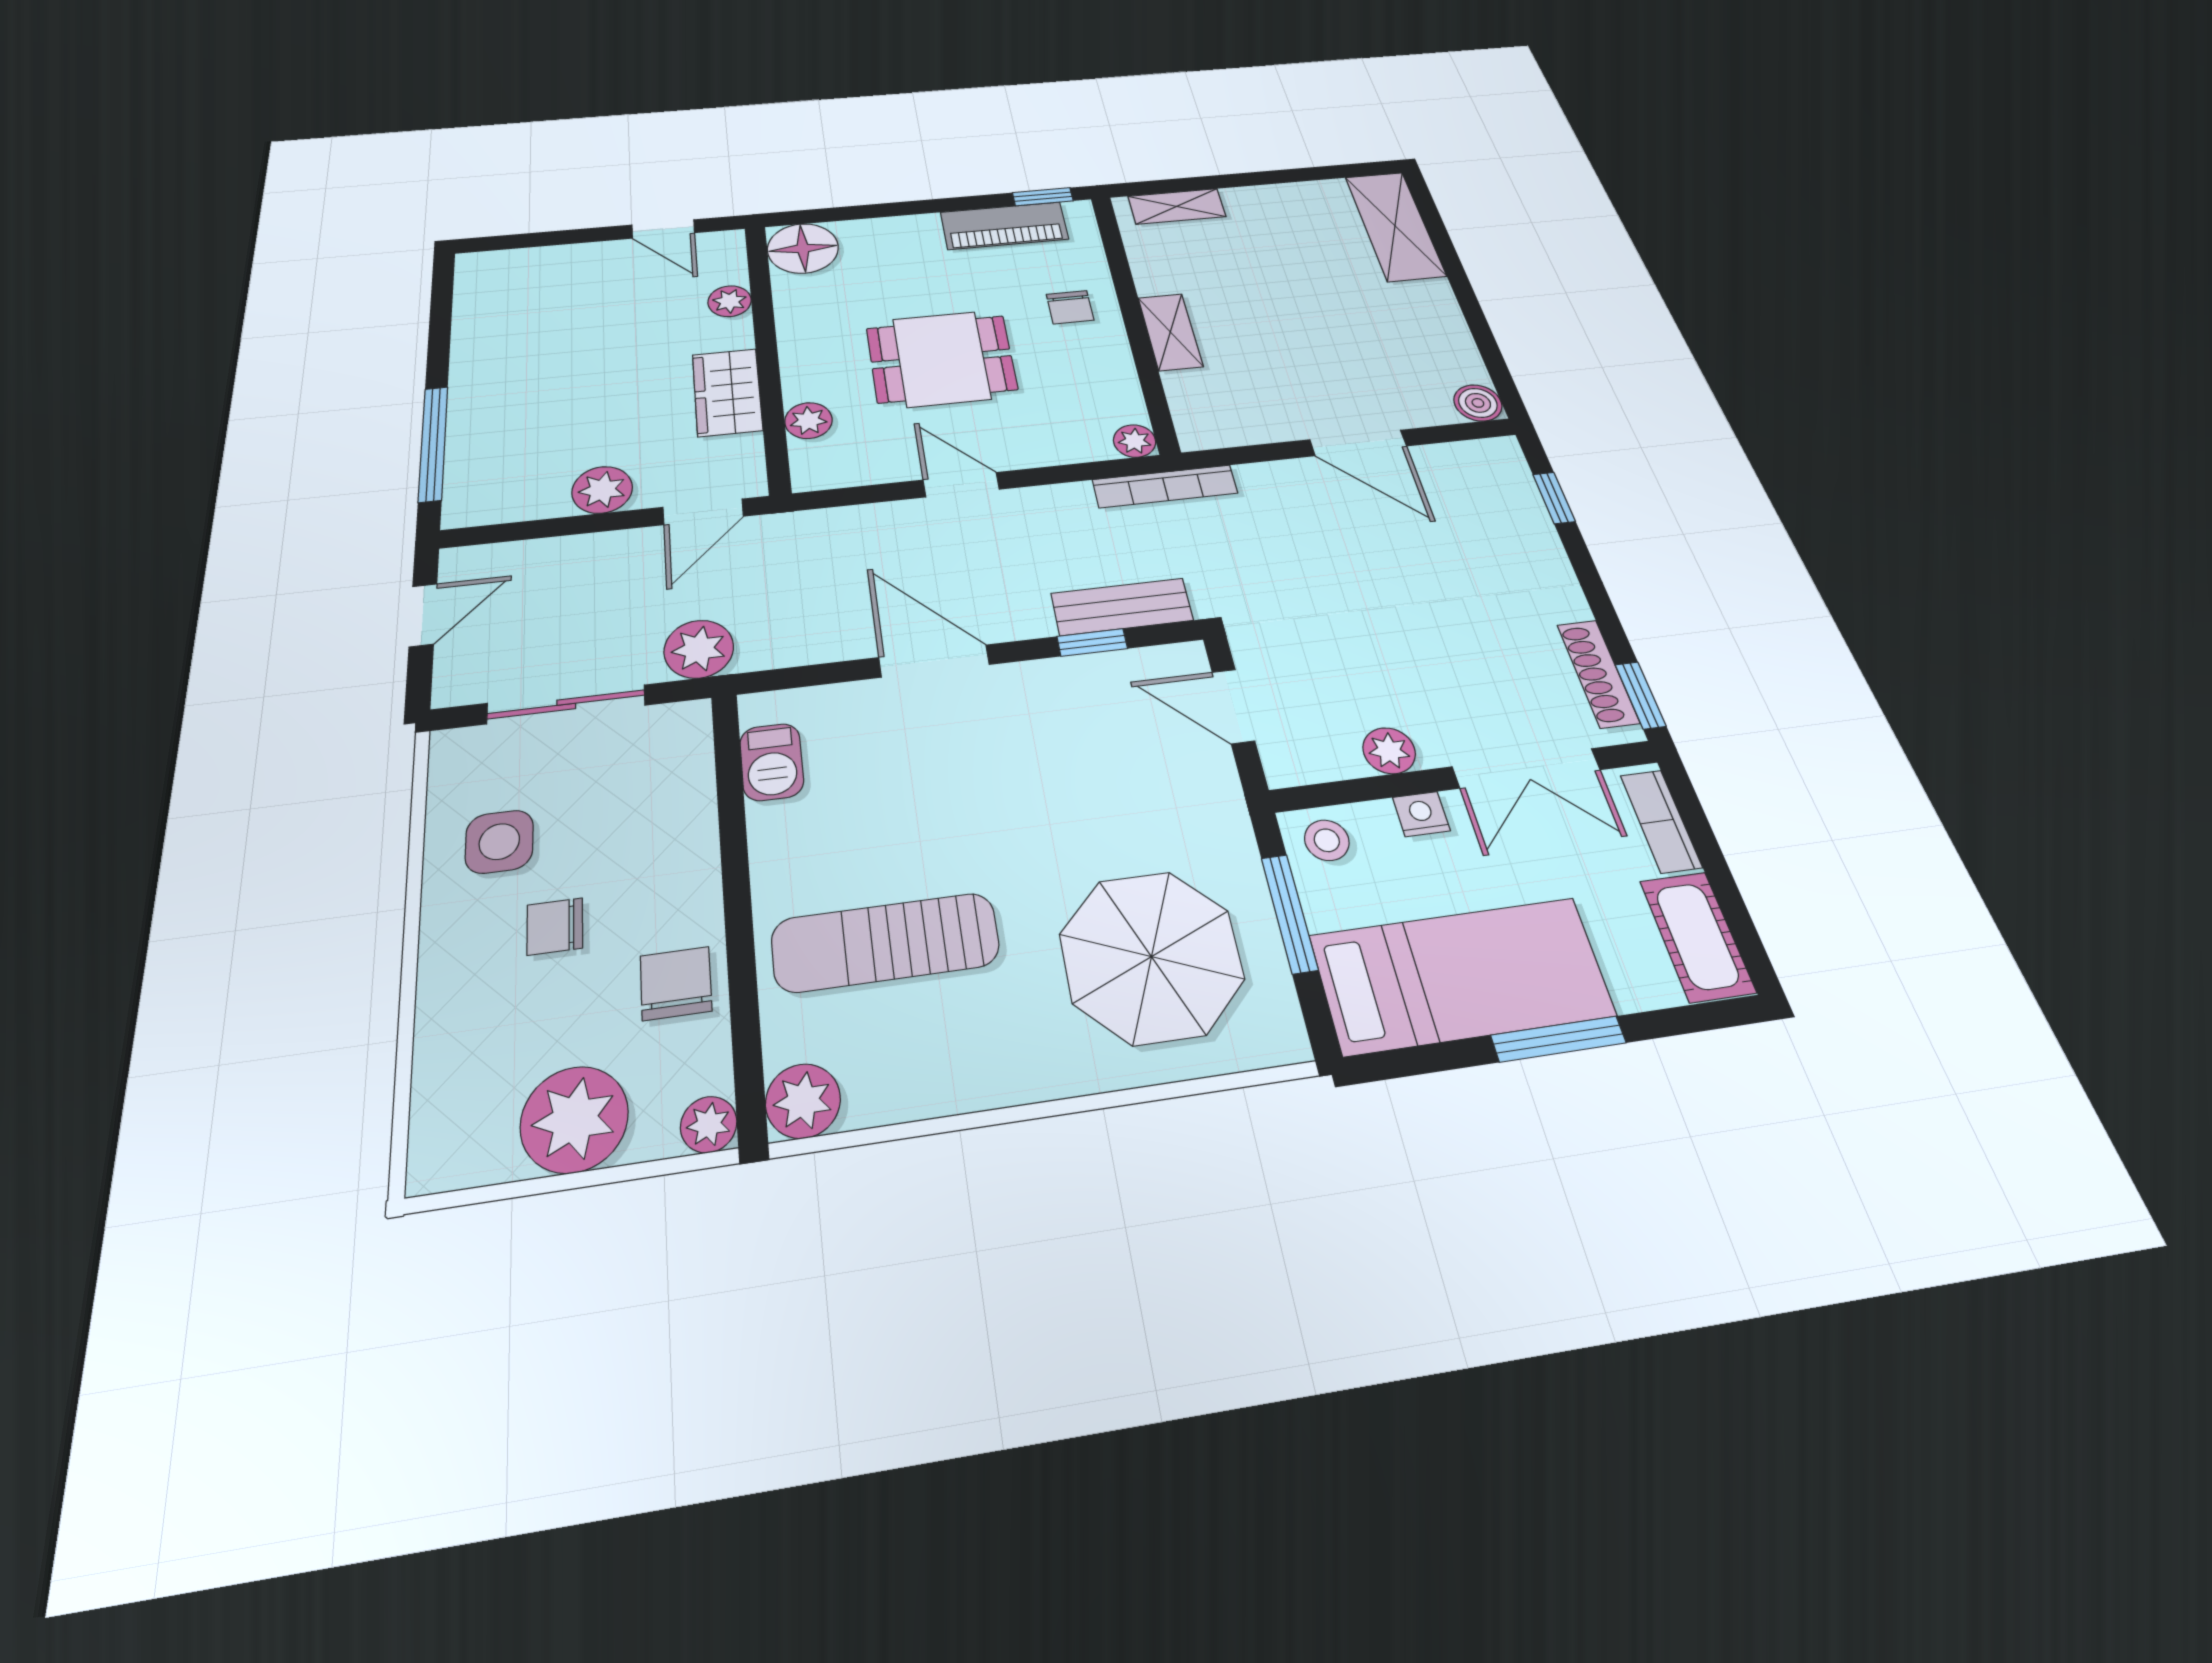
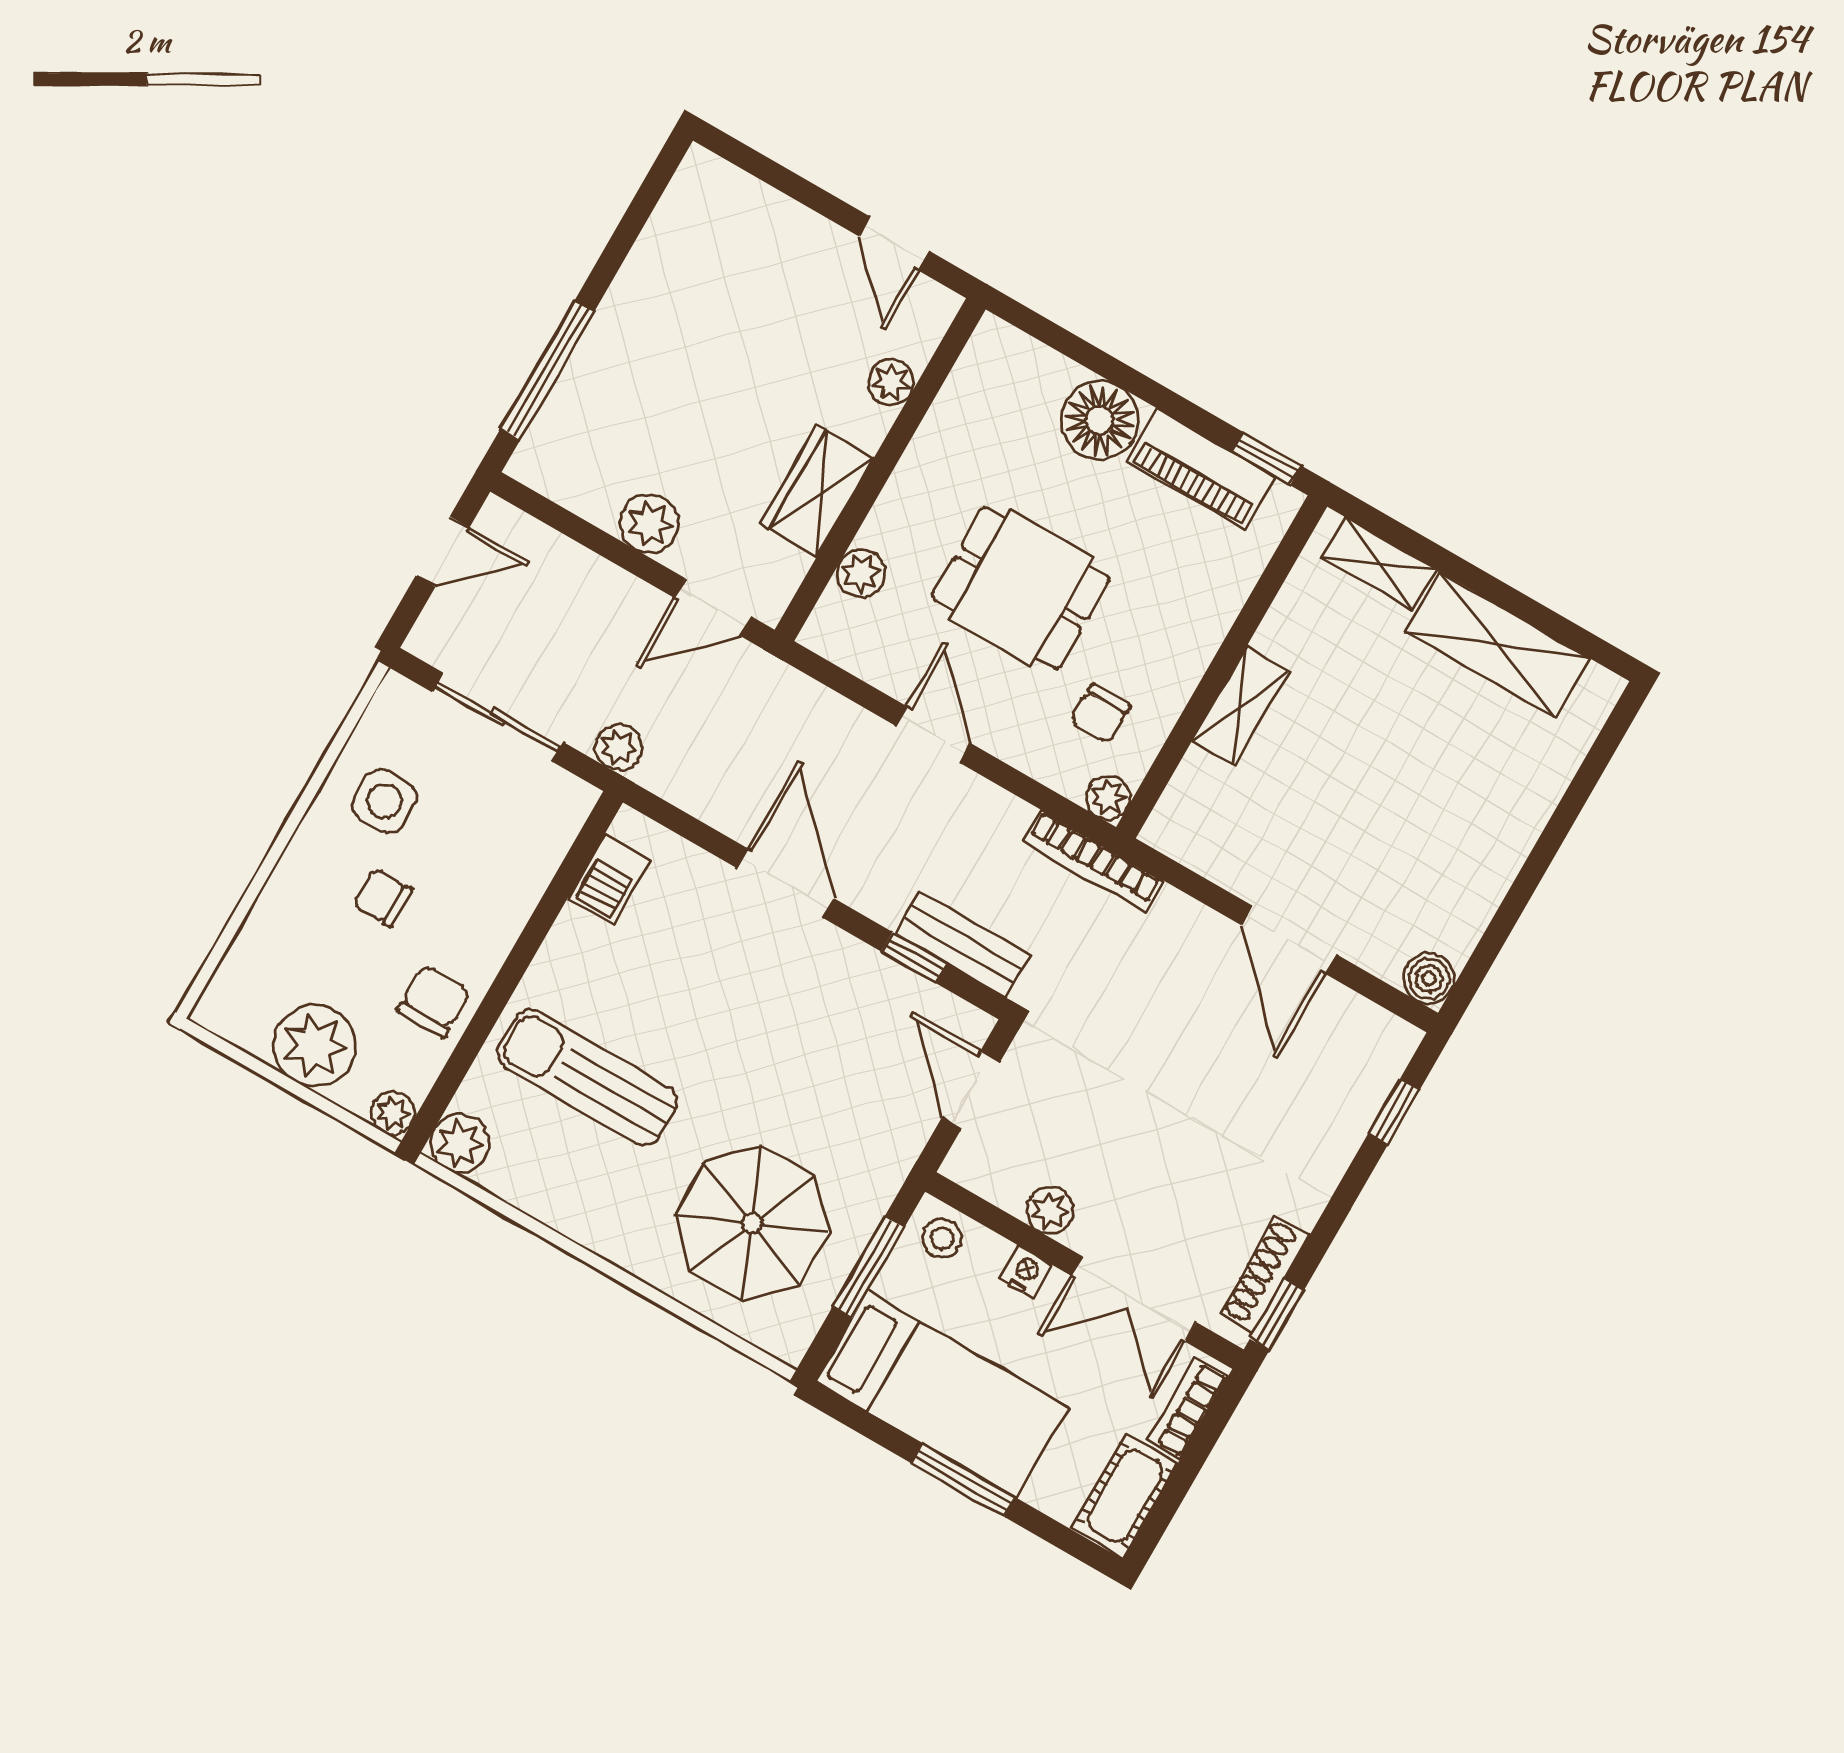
shelving: (1395, 226) -> (1498, 645), moved, turned 90
floor lamp: (803, 248) -> (1100, 420), moved
chair: (1070, 307) -> (1100, 714), moved
plant: (699, 649) -> (619, 747), width x0.73, depth x0.73

